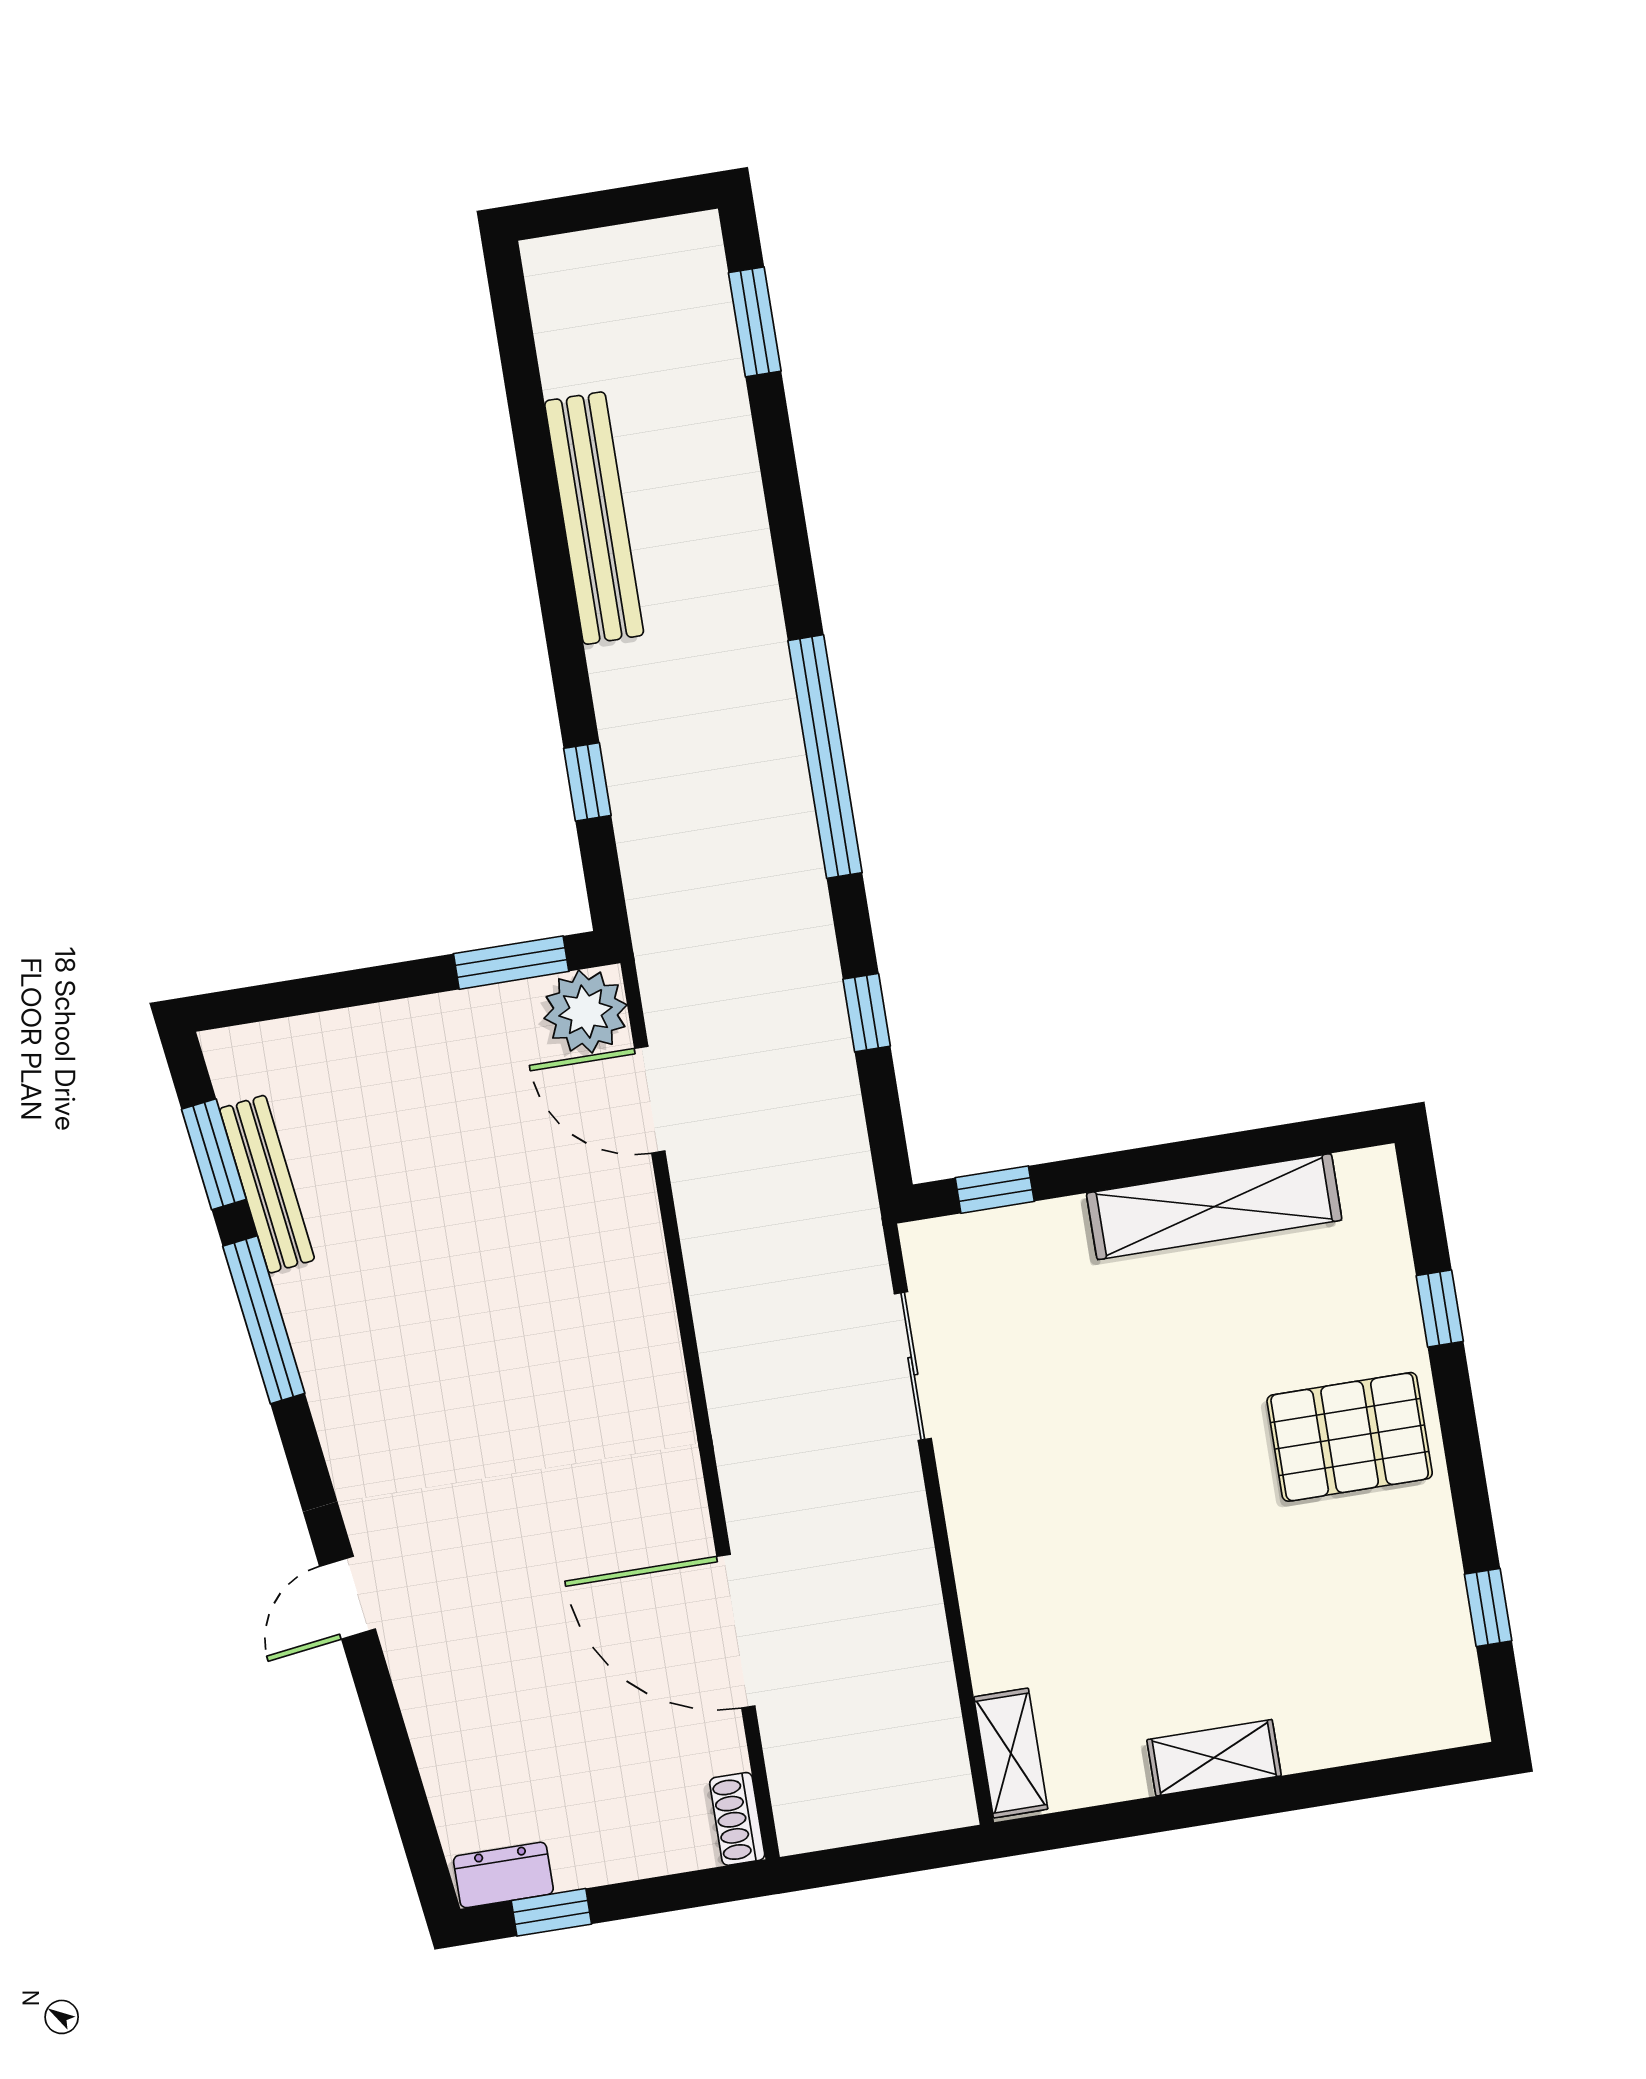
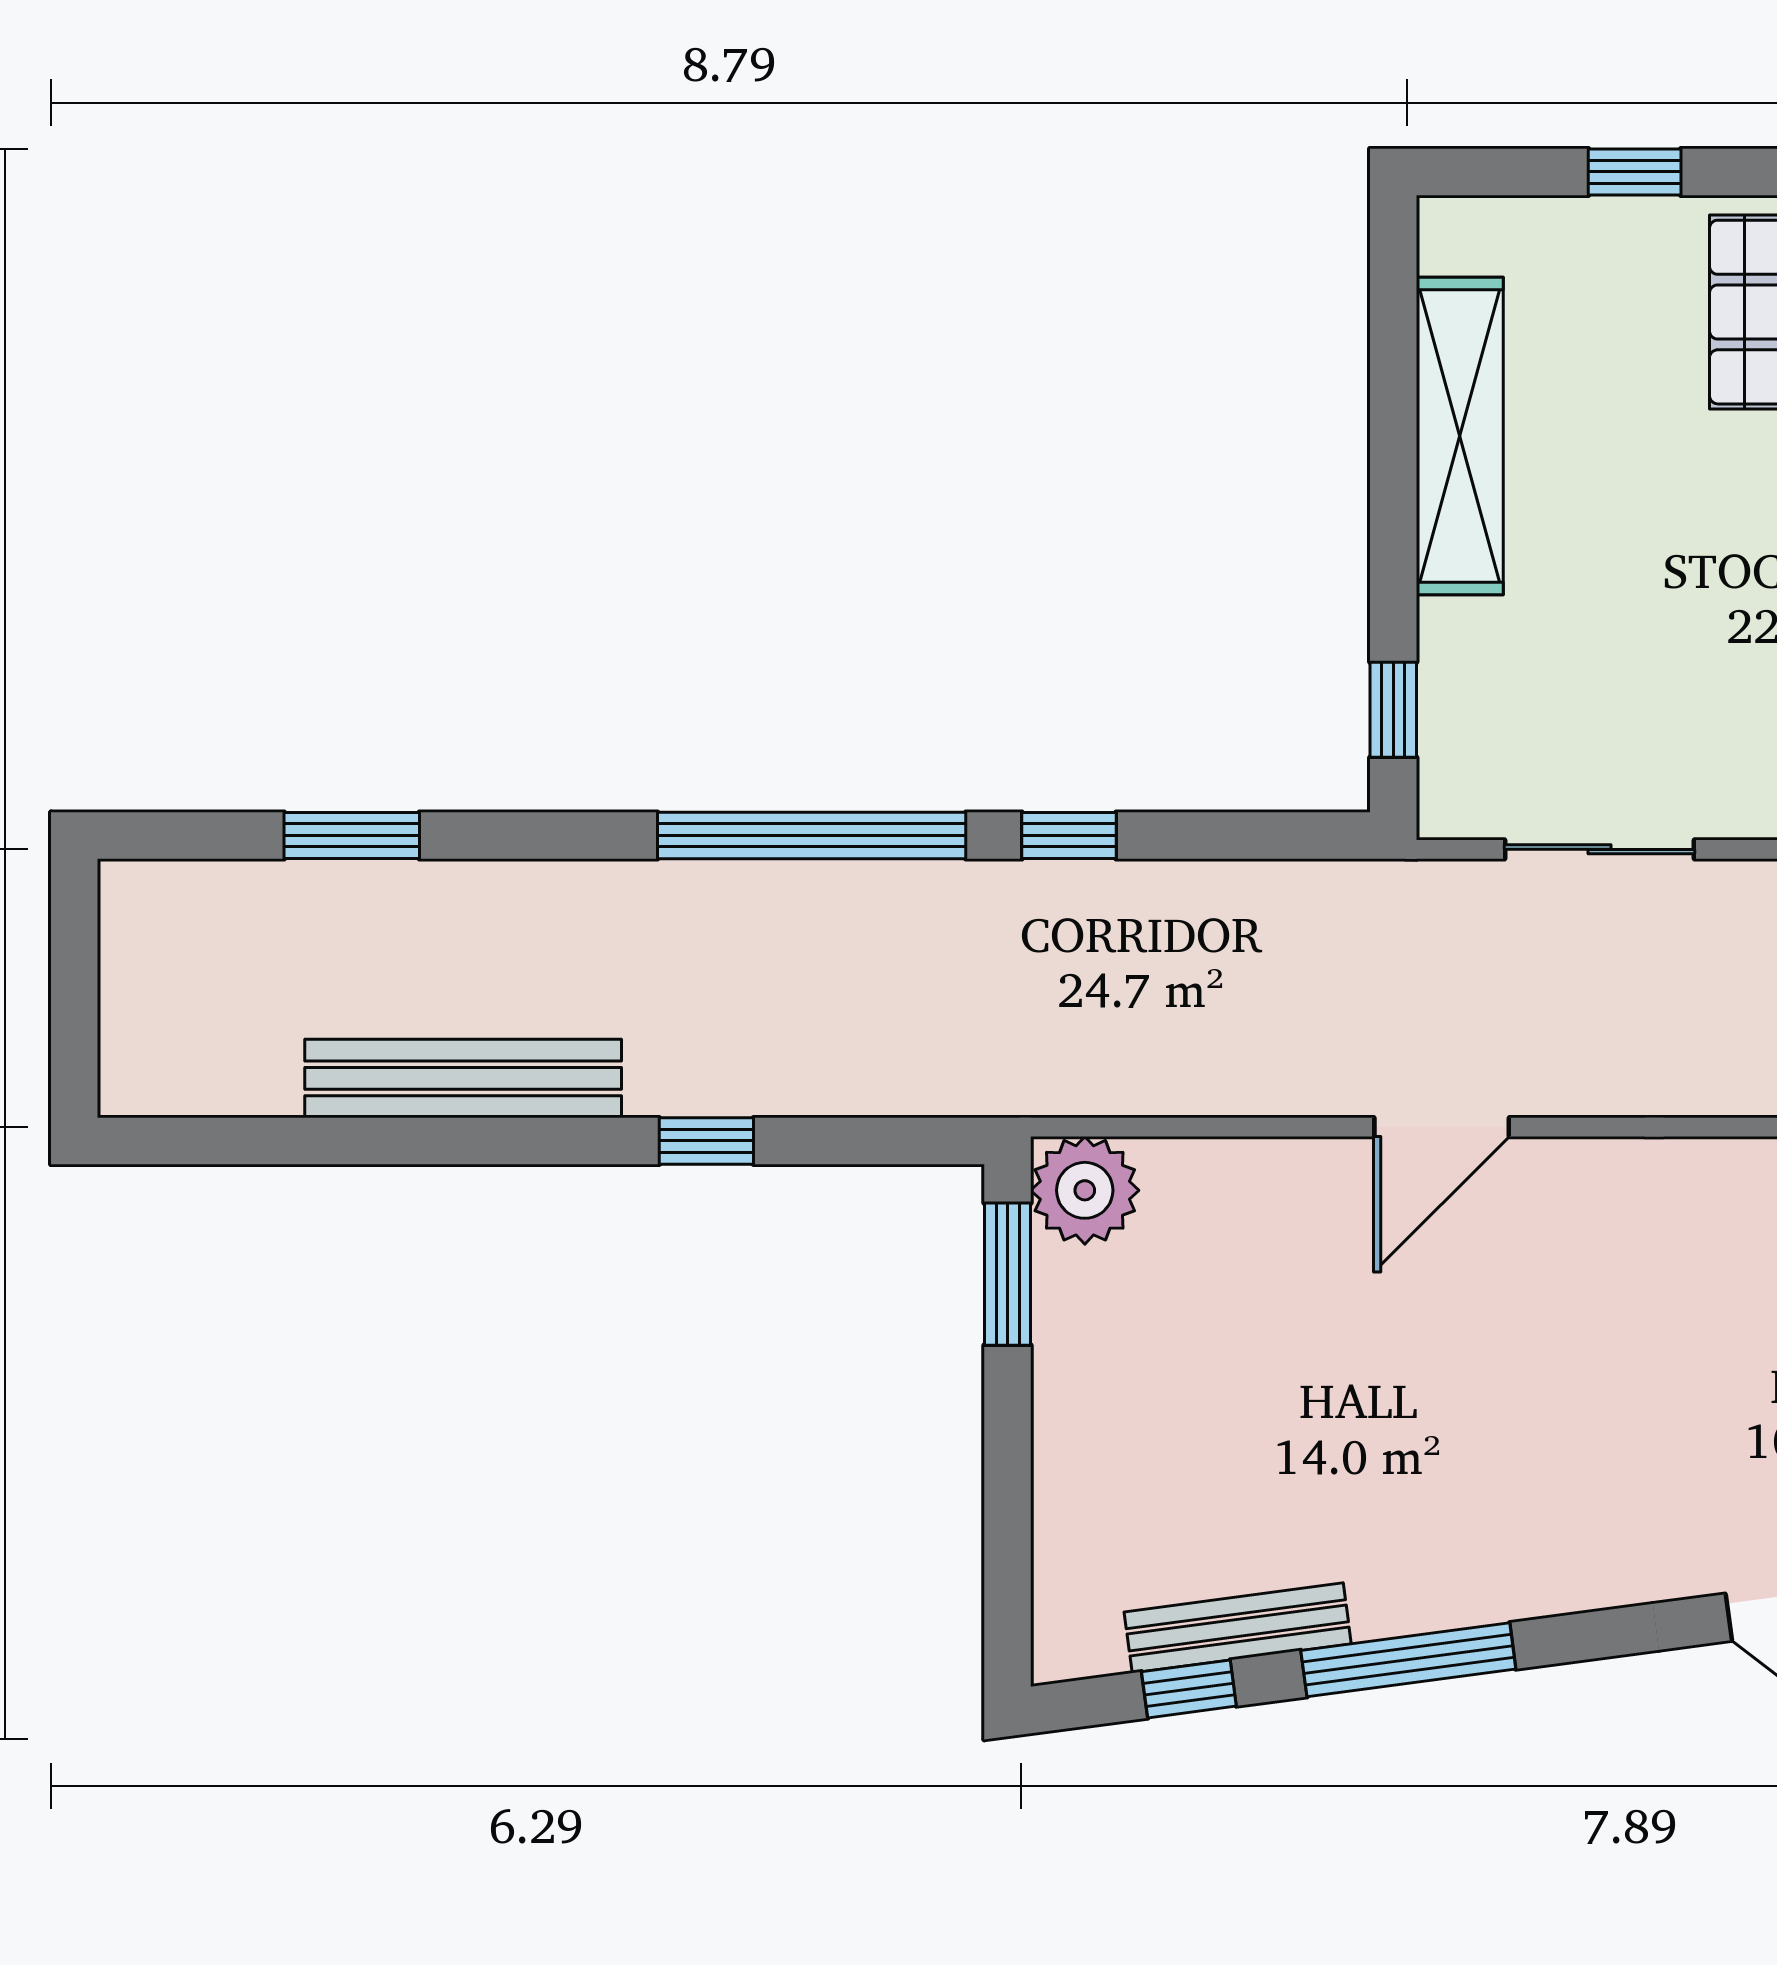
window: (755, 322) -> (352, 835), moved
window: (587, 782) -> (706, 1141), moved
window: (867, 1013) -> (1069, 835), moved
door: (650, 1100) -> (1442, 1127), moved
window: (214, 1154) -> (1189, 1689), width x0.67

